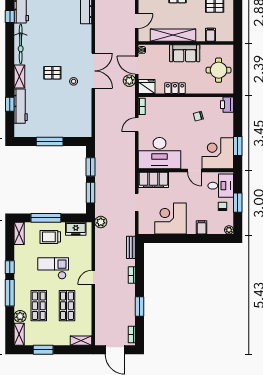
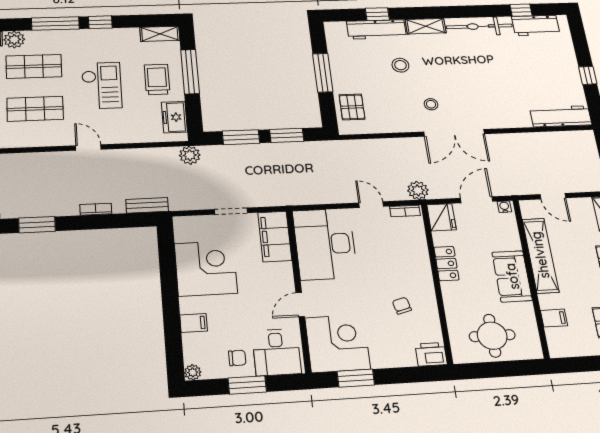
pallet: (52, 73) -> (352, 107), moved
plant: (129, 81) -> (418, 190), moved
stool: (46, 95) -> (400, 65), added

